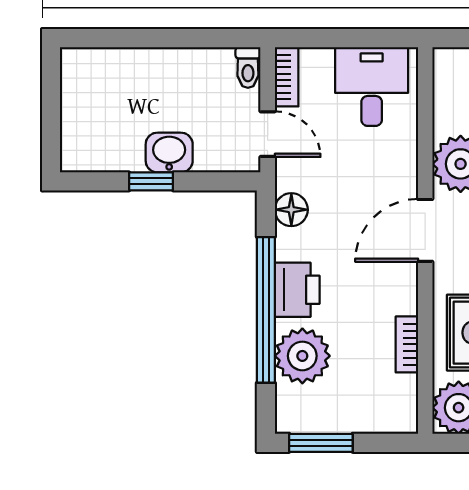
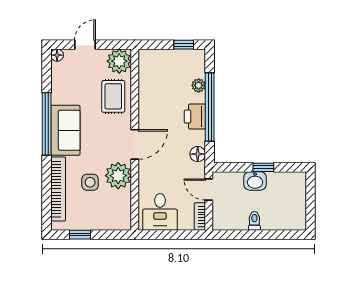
toilet: (248, 67) -> (254, 221), moved
bookcase: (407, 344) -> (143, 91), removed
plant: (302, 356) -> (199, 85), width x0.53, depth x0.53
window: (321, 443) -> (184, 45), width x0.67

